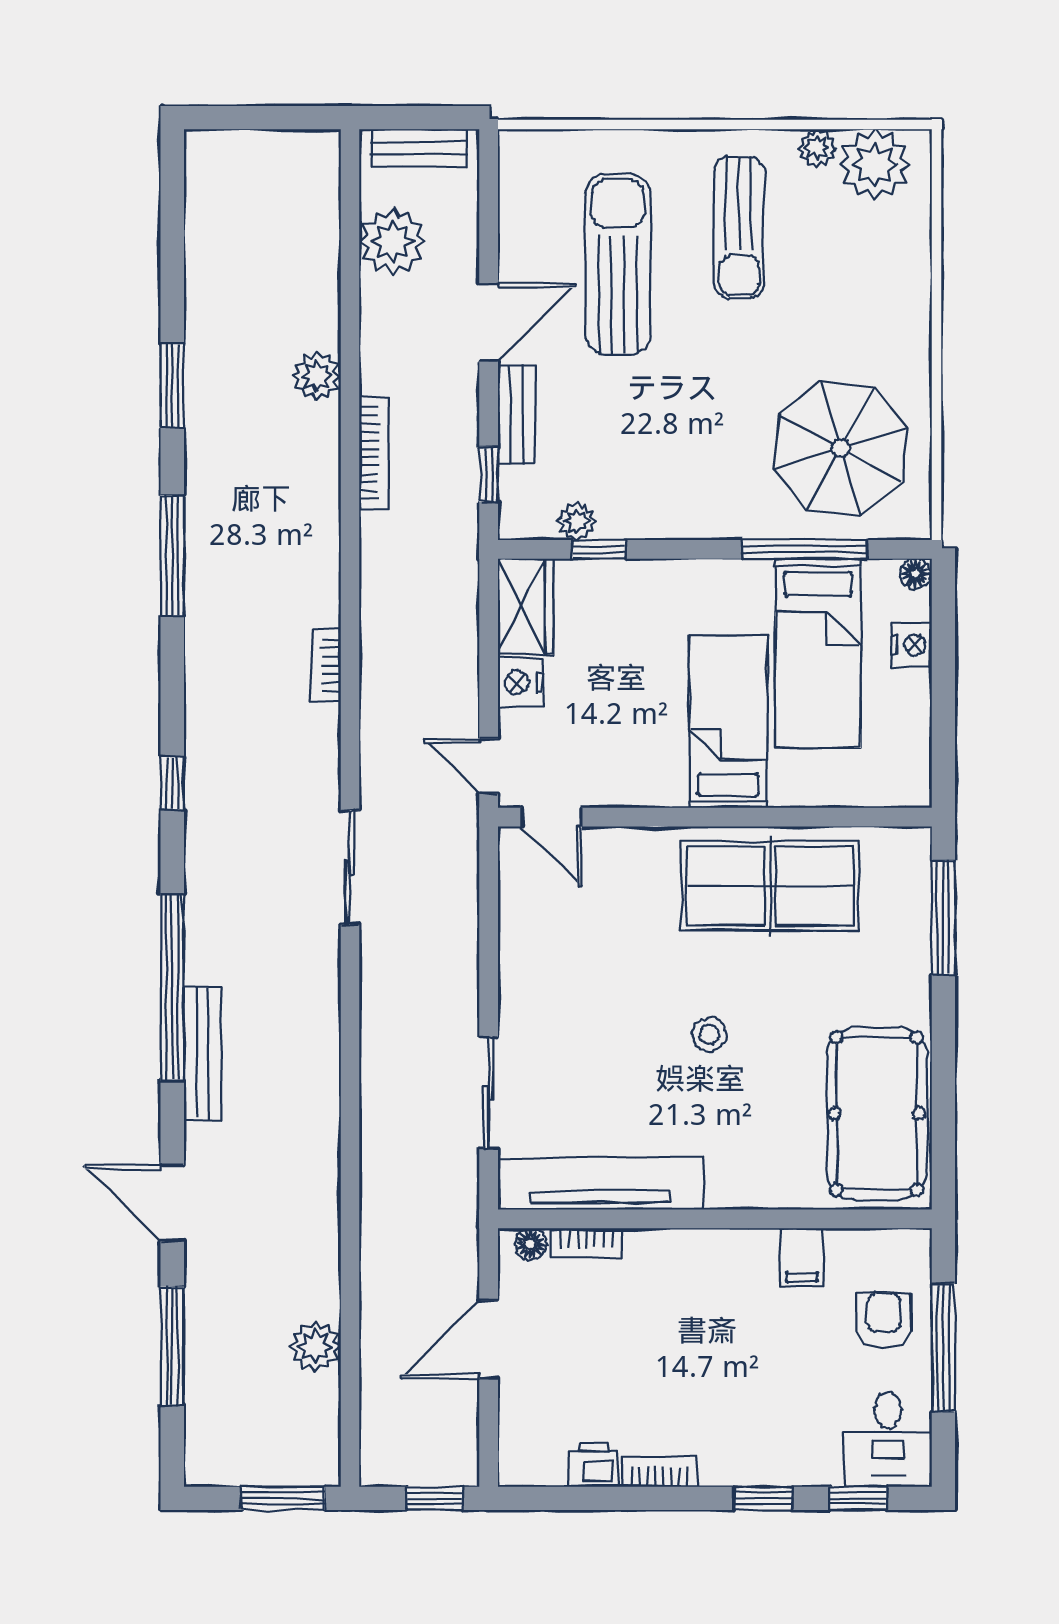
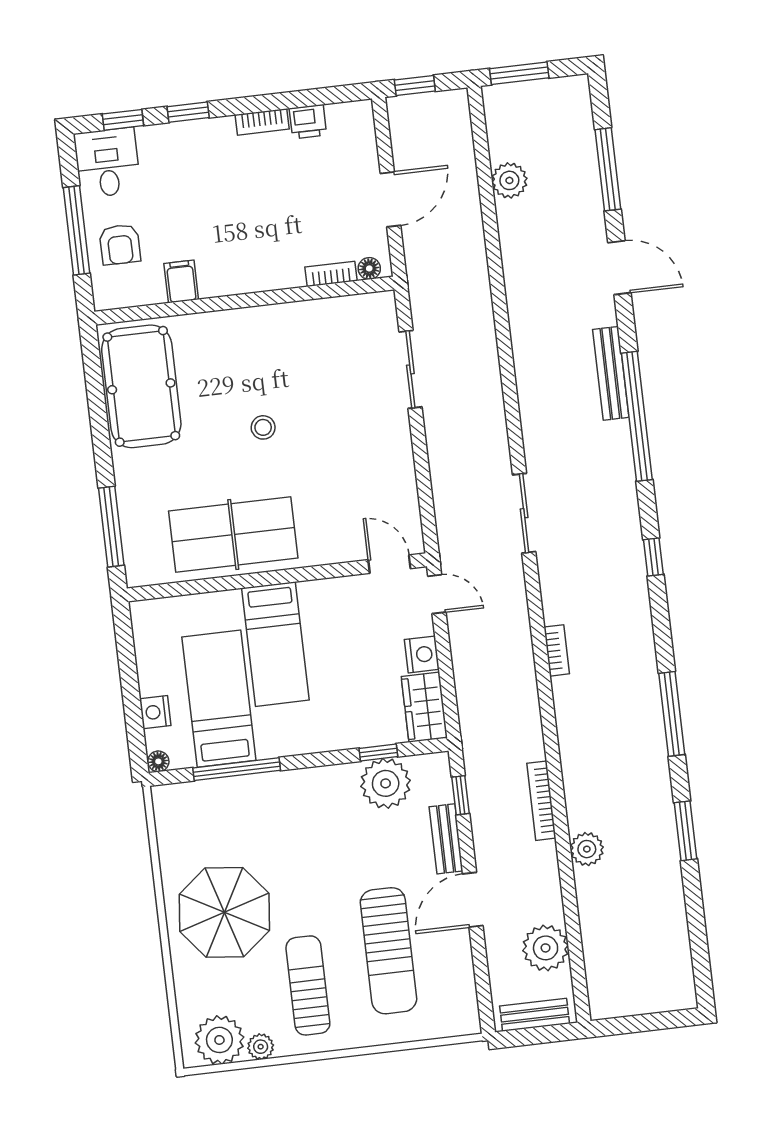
parasol: (841, 448) -> (224, 912), moved
plant: (577, 521) -> (386, 783), width x1.88, depth x1.88
tv unit: (600, 1183) -> (326, 316), removed

